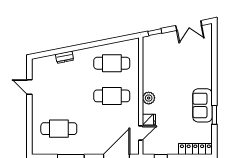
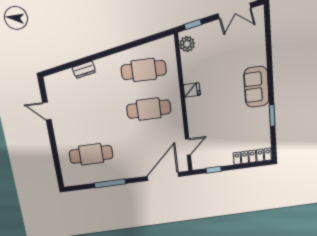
plant: (149, 98) -> (187, 44), moved
sofa: (202, 105) -> (256, 87), moved
fridge: (149, 120) -> (192, 90), moved

